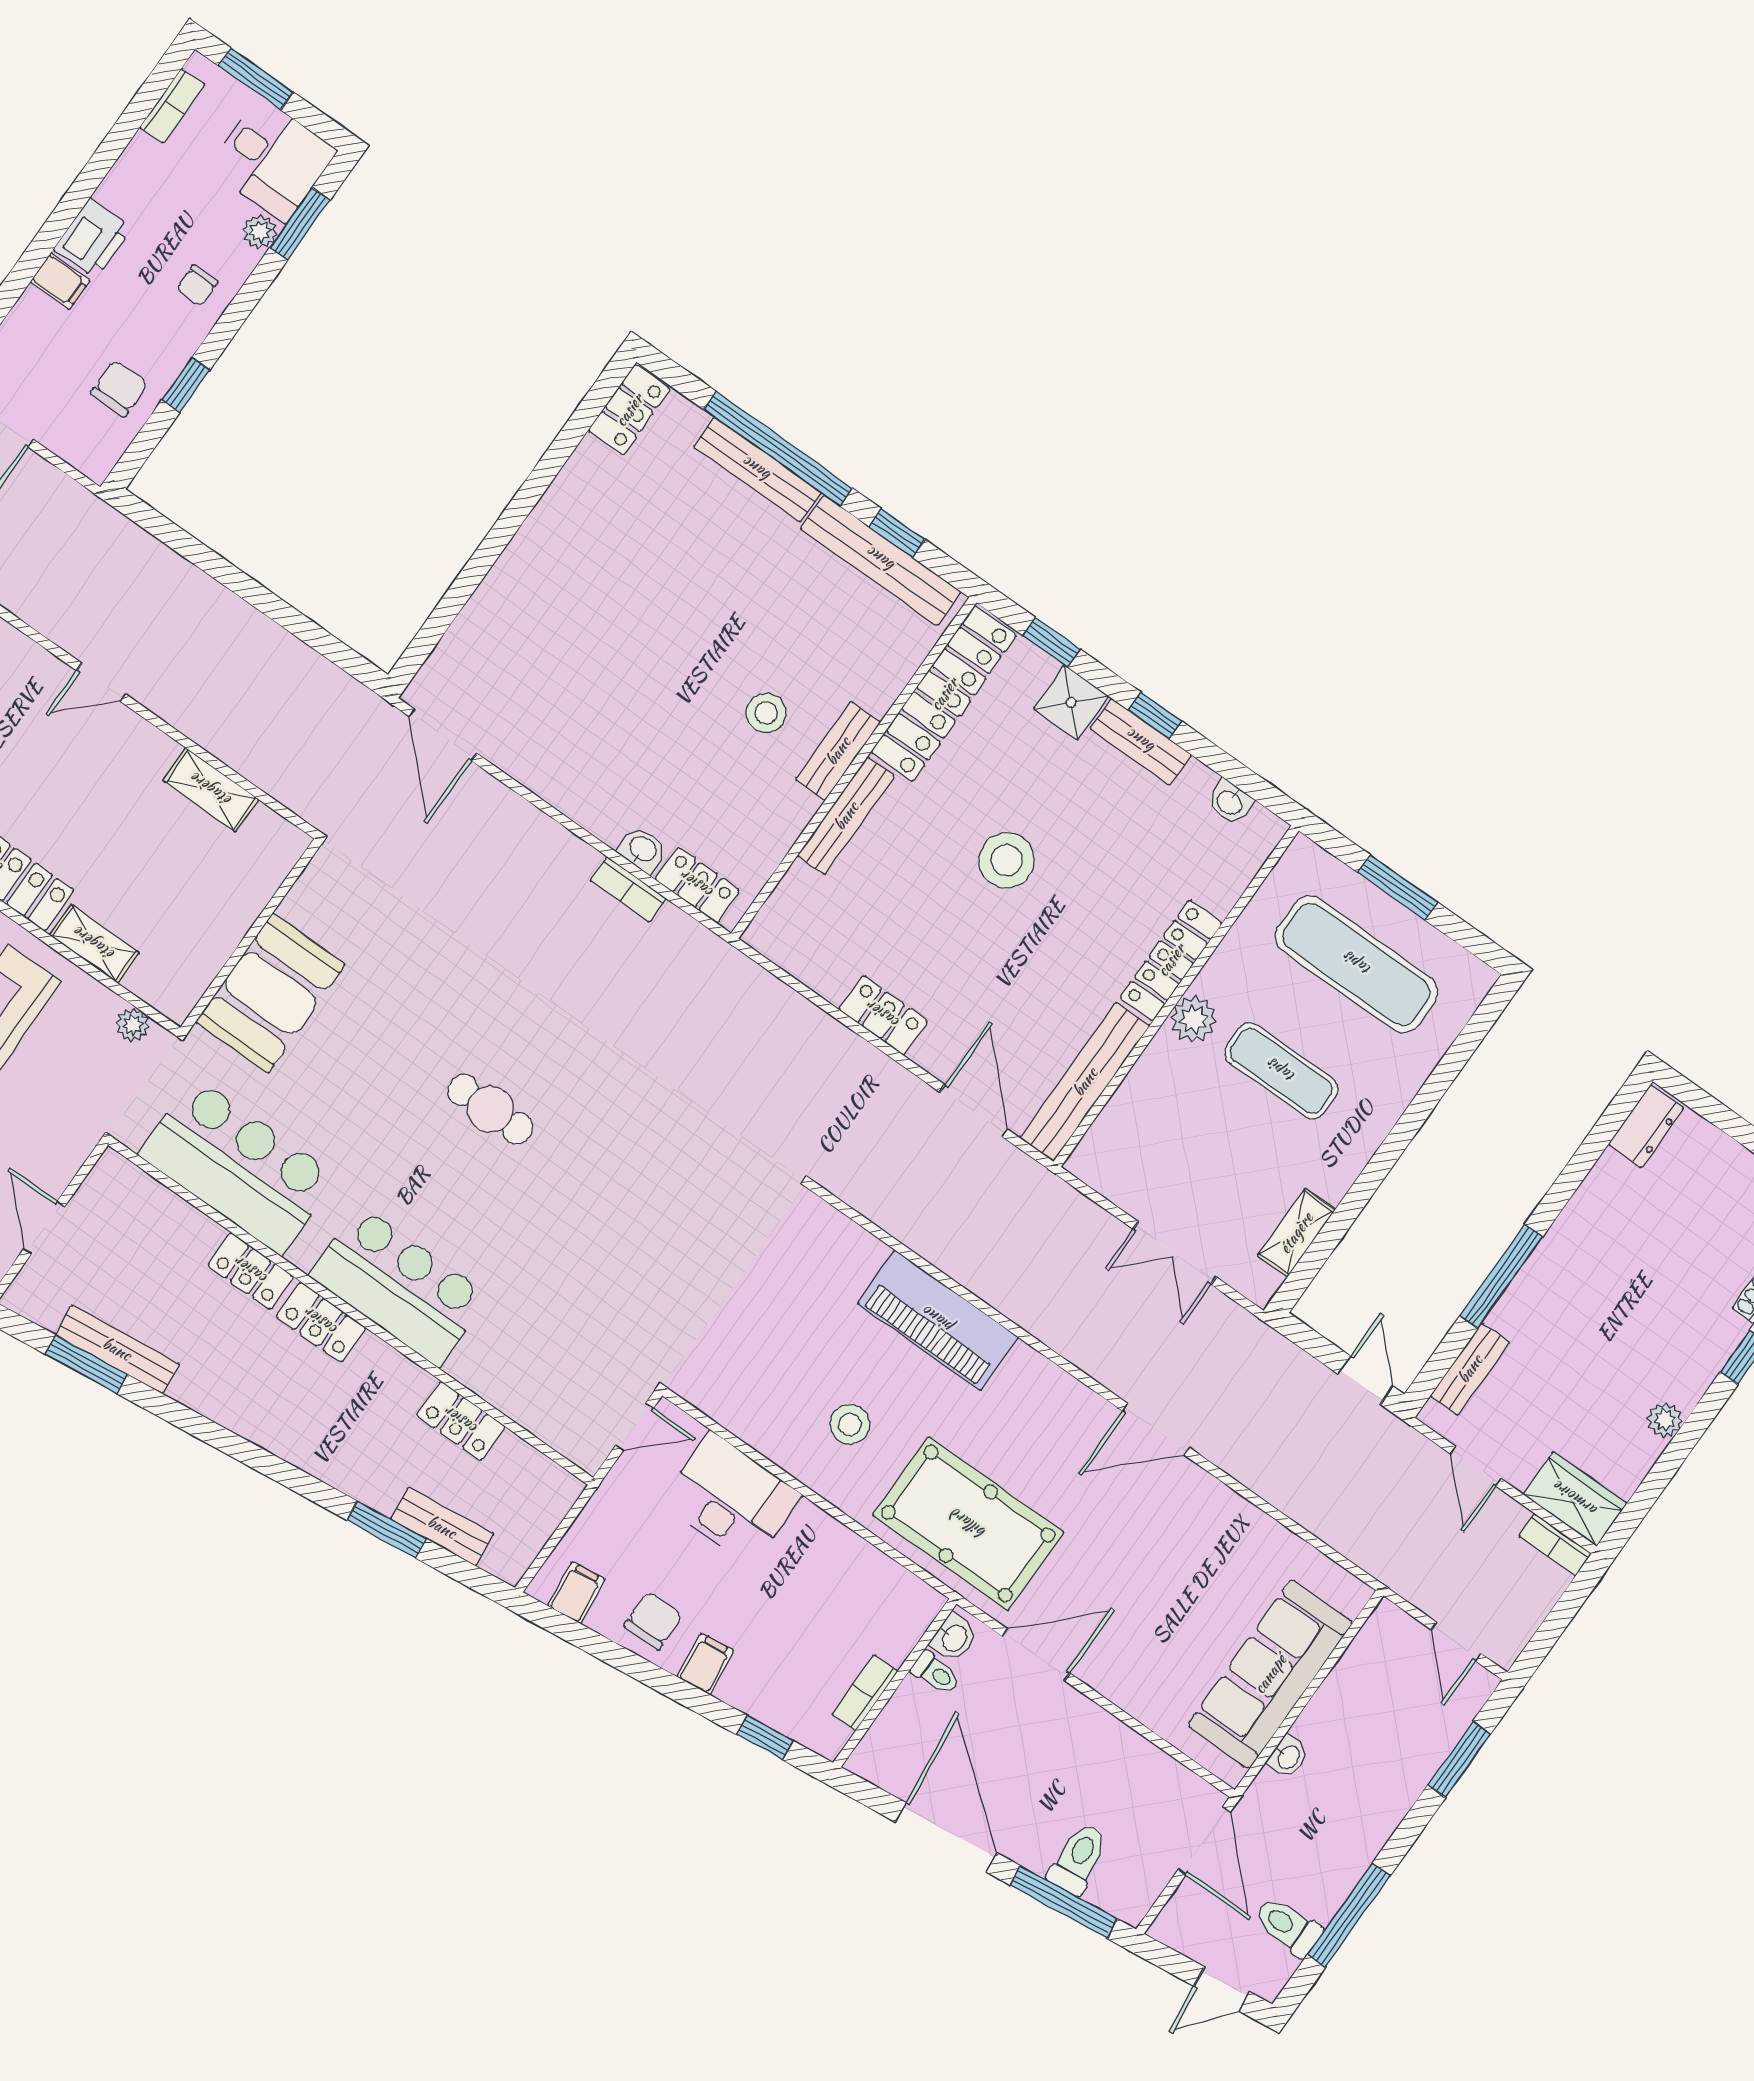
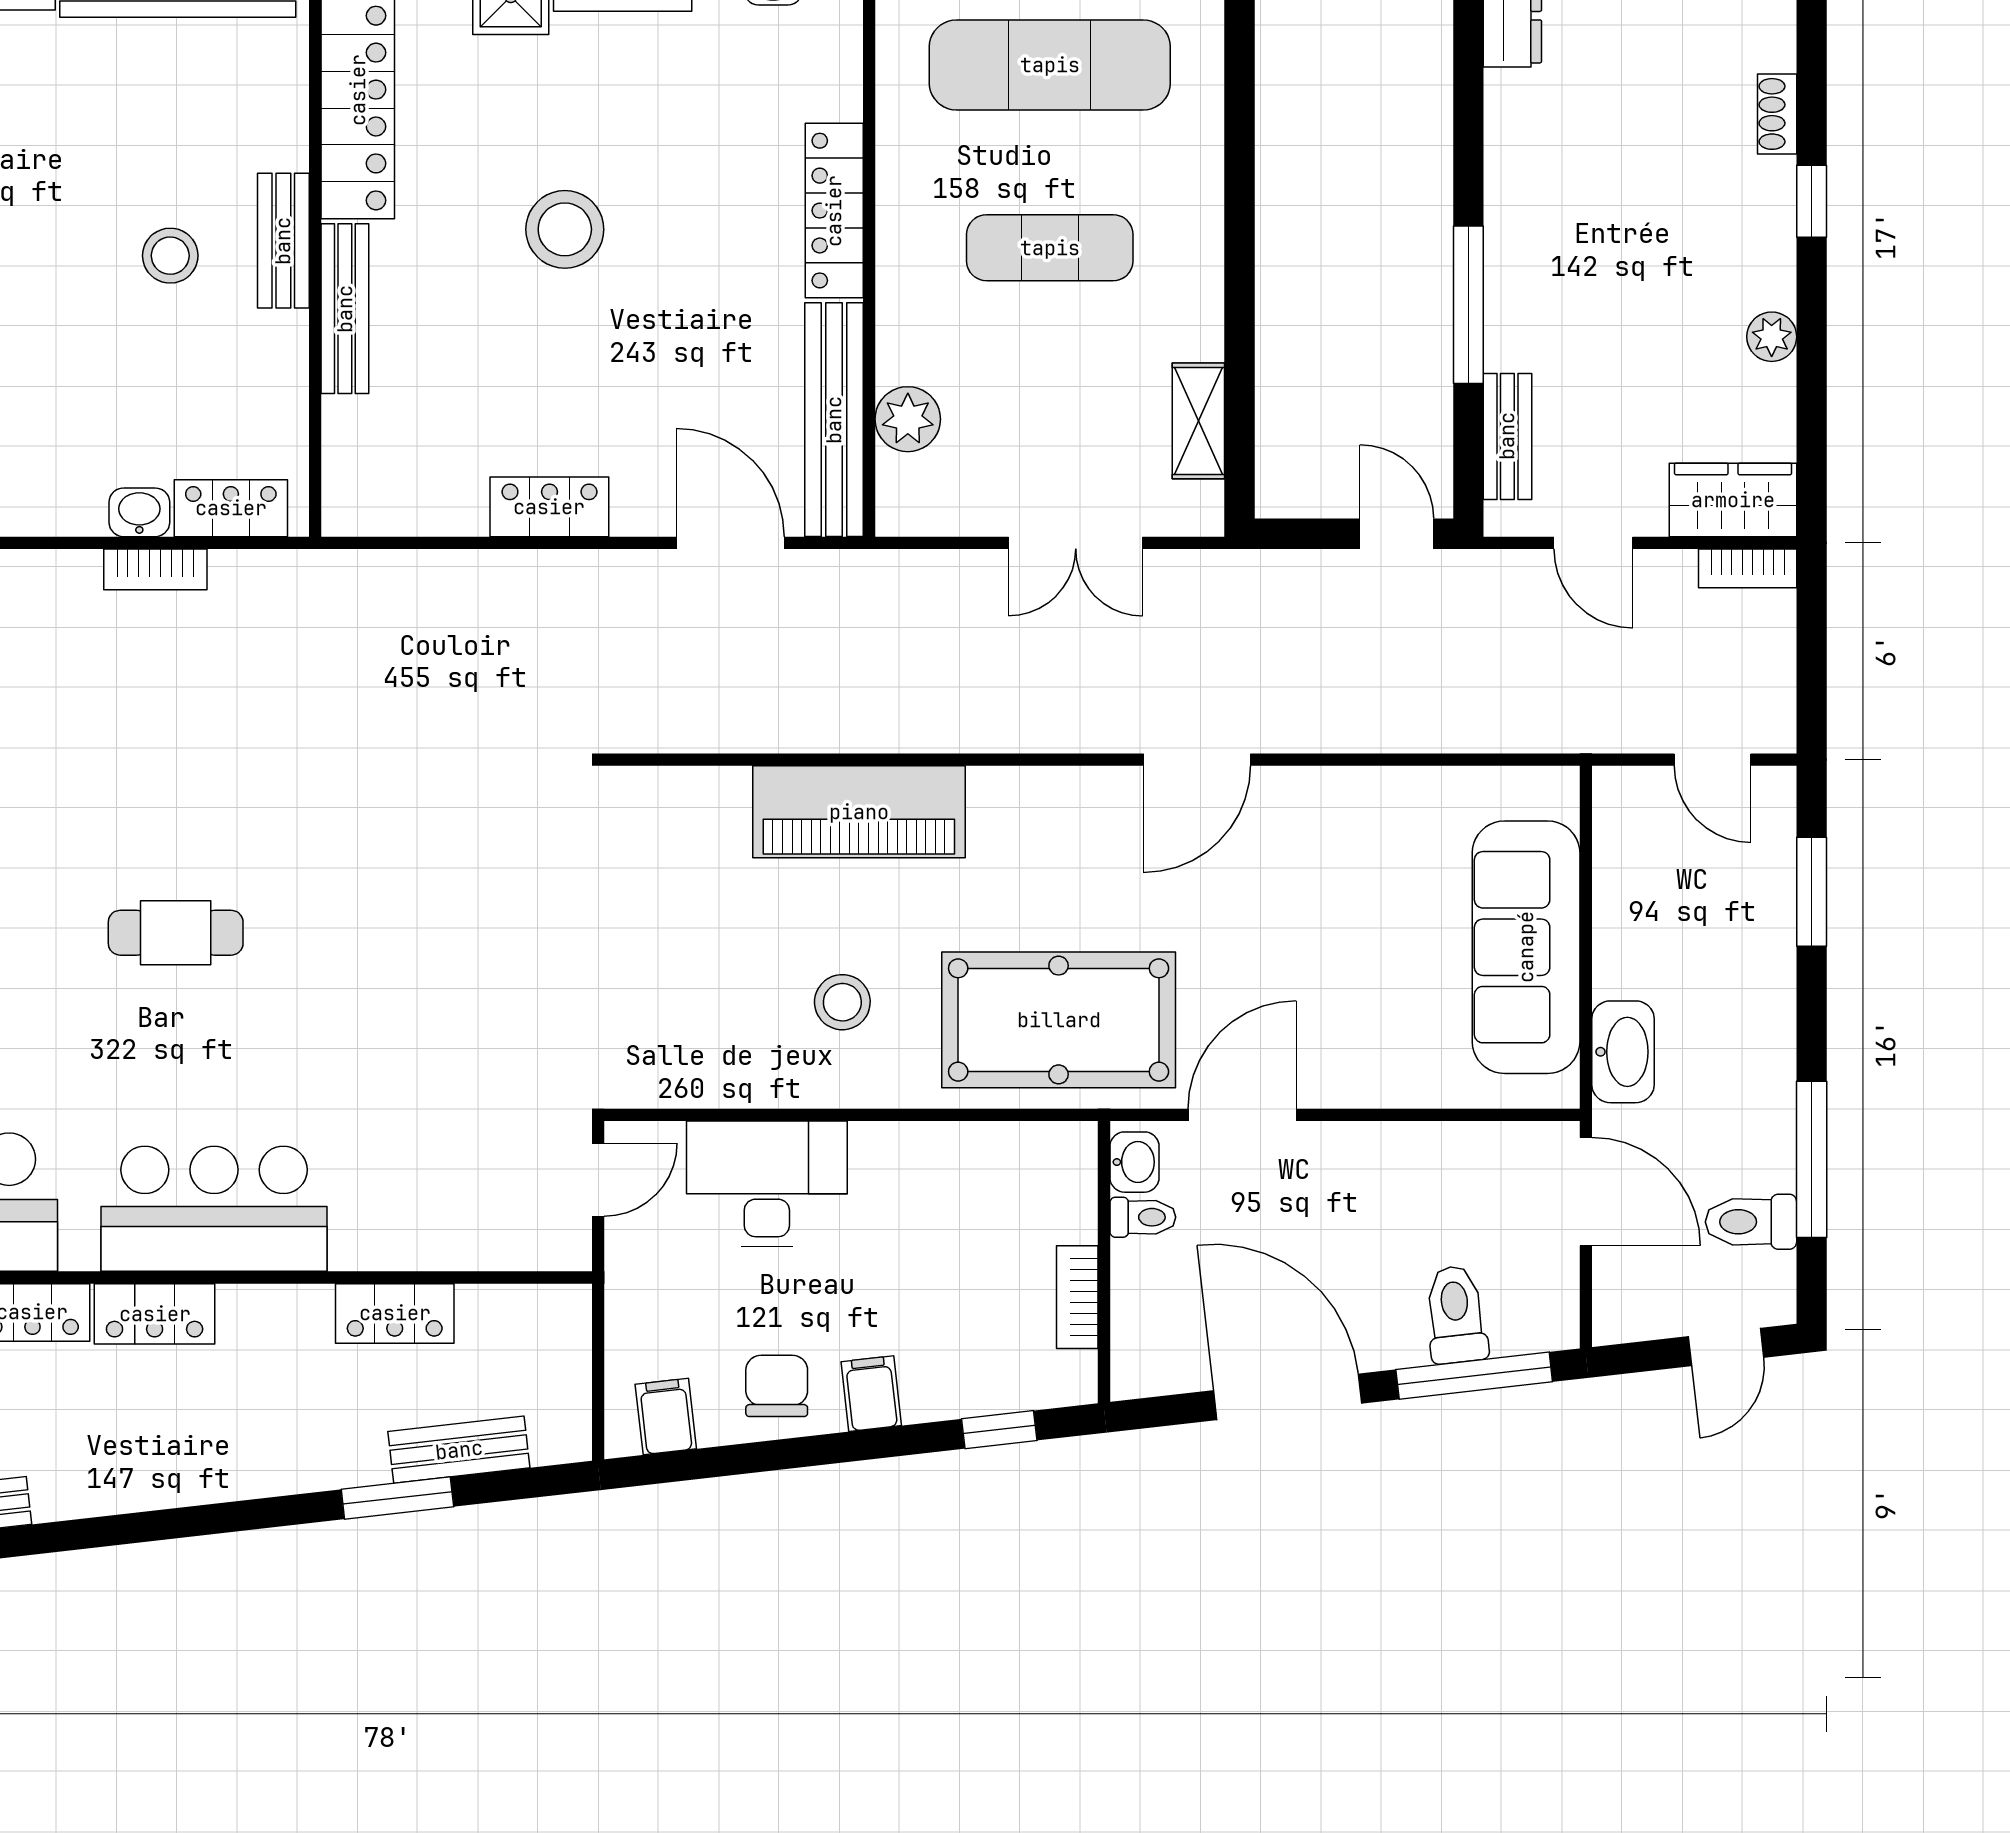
plant: (1194, 1019) -> (908, 419), moved
washbasin: (1288, 1757) -> (1623, 1052), width x1.91, depth x1.45

